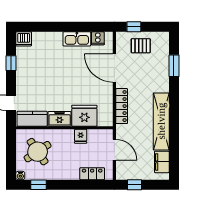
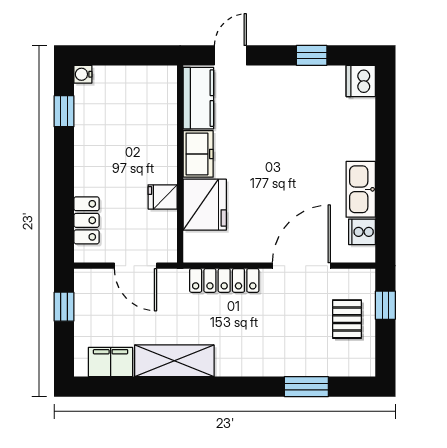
shelving: (161, 121) -> (174, 361), width x0.68
door: (114, 150) -> (135, 266), hinge flipped
round table: (38, 152) -> (132, 109), removed

